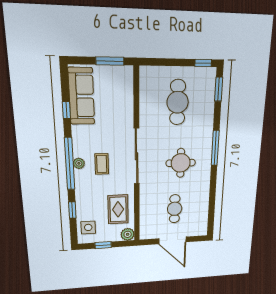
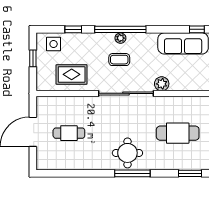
window: (66, 110) -> (197, 29), moved
round table: (181, 163) -> (127, 153), moved
plant: (128, 234) -> (162, 84), moved

